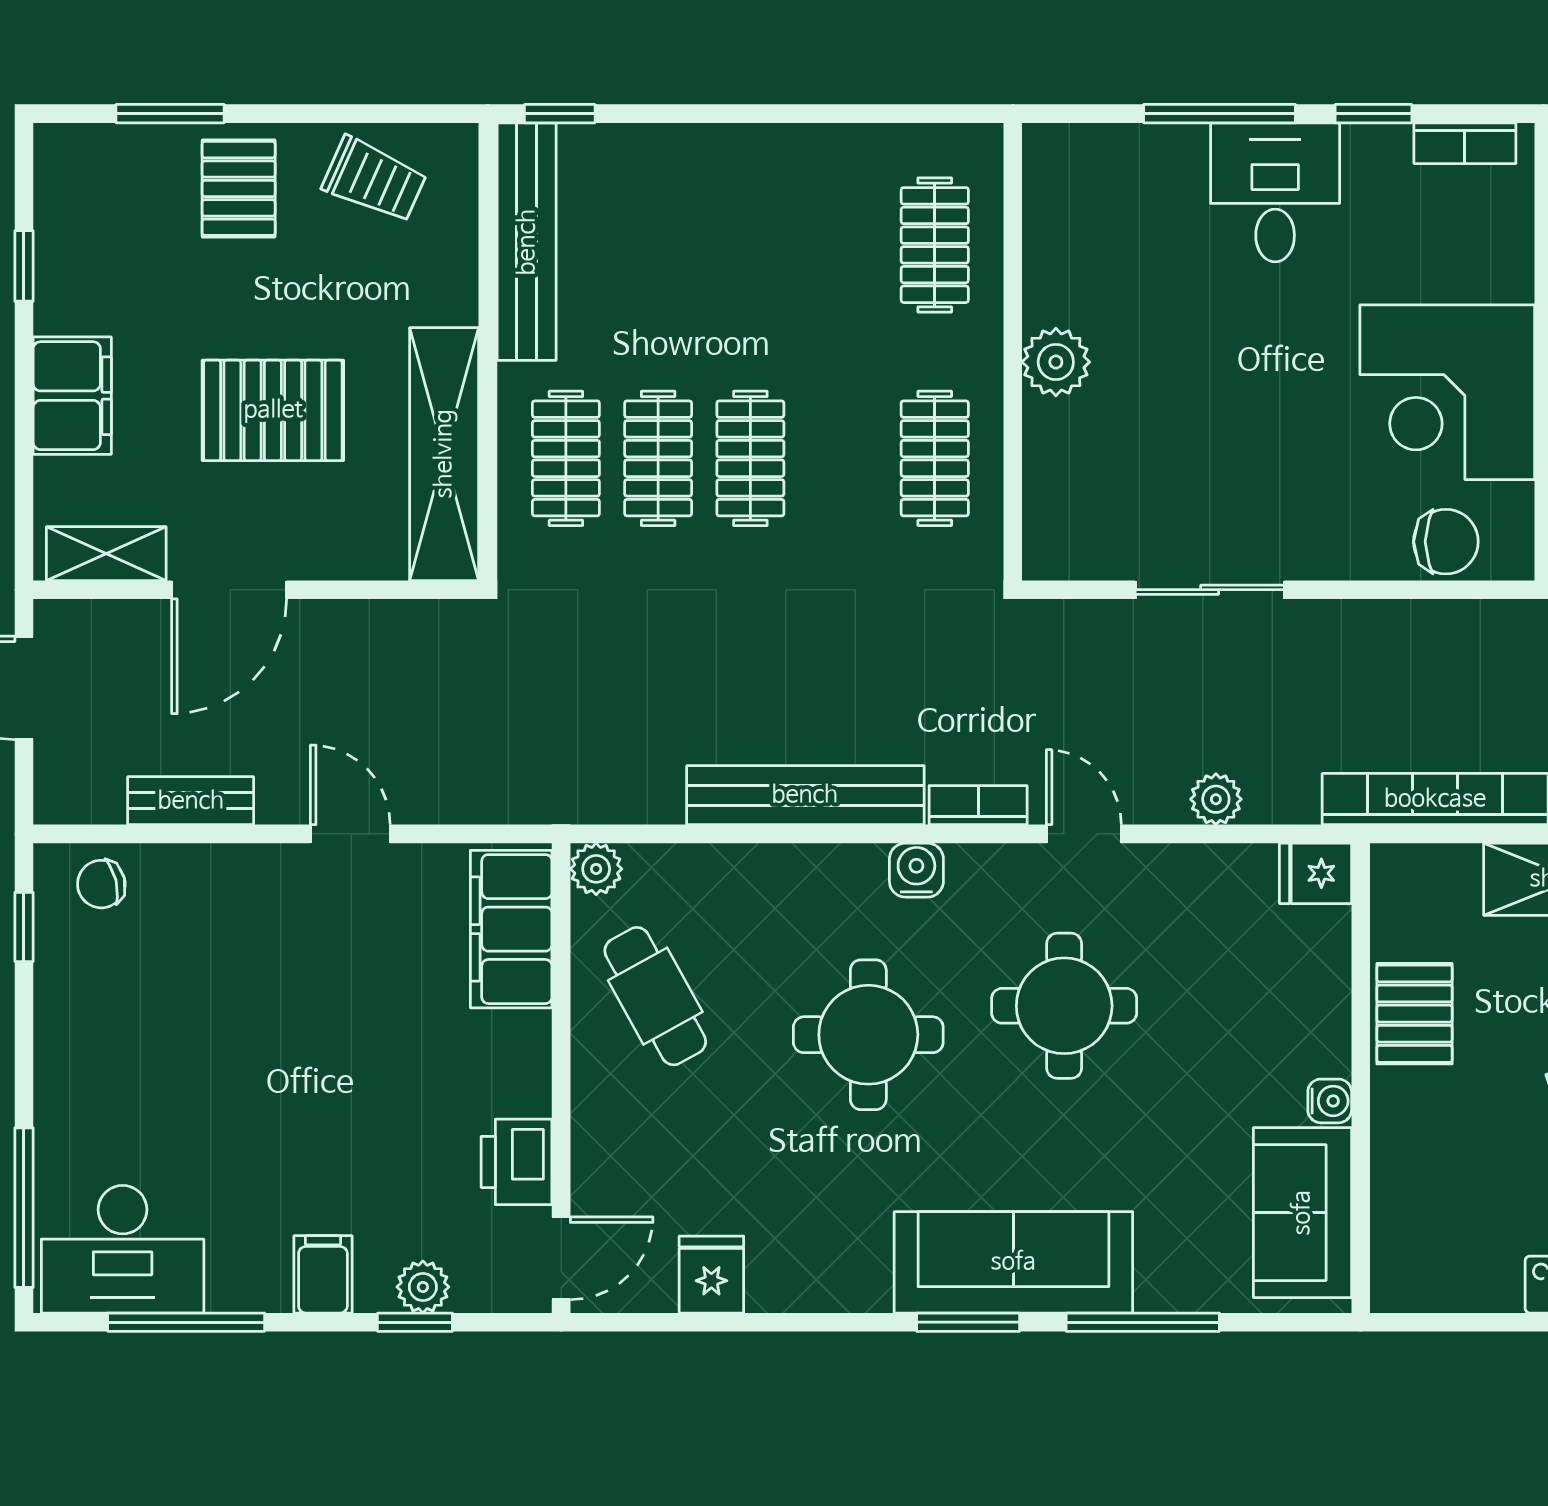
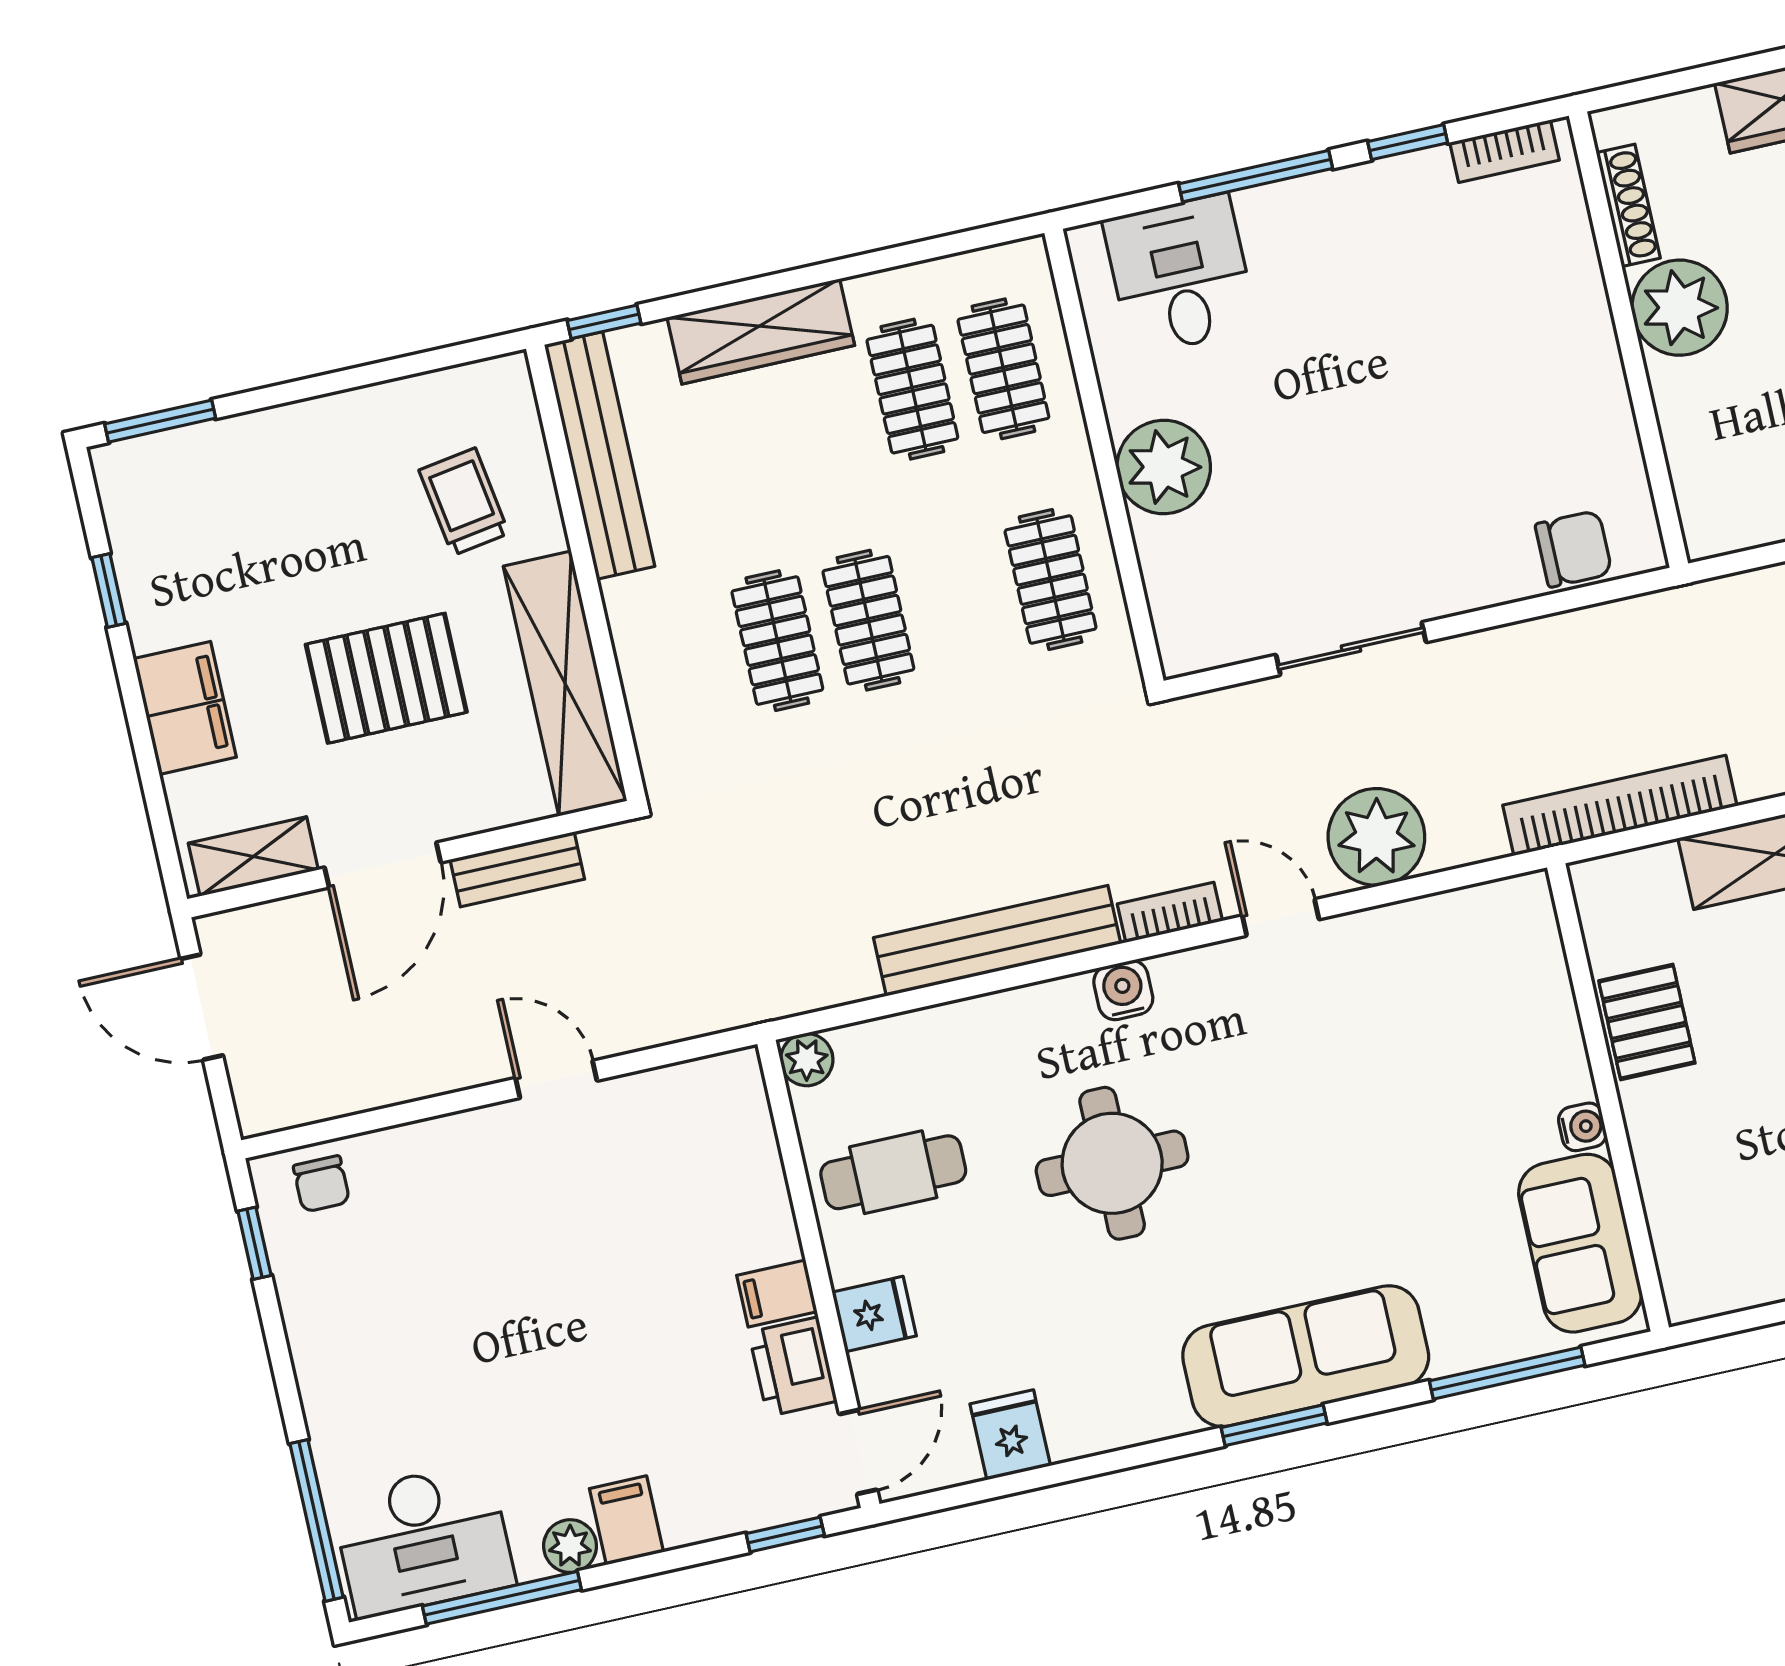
window: (170, 114) -> (160, 421), moved
wardrobe: (709, 157) -> (761, 331), added
trolley: (374, 180) -> (464, 502), moved, turned -123
pallet: (239, 188) -> (303, 467), removed
desk: (1275, 192) -> (1180, 275), moved
plant: (1056, 362) -> (1164, 467), width x1.36, depth x1.36
corner desk: (1447, 392) -> (1542, 401), removed
clothes rail: (566, 458) -> (912, 389), moved
plant: (1216, 799) -> (1376, 837), width x1.87, depth x1.87
bench: (191, 801) -> (517, 869), moved
fridge: (1316, 873) -> (874, 1314), moved, turned 180
chair: (101, 884) -> (321, 1184), turned -76
filing cabinet: (511, 929) -> (777, 1293), moved, width x0.33, depth x0.86
cafe table: (655, 996) -> (893, 1172), turned -61
round table: (1064, 1006) -> (1299, 1092), removed
plant: (423, 1287) -> (570, 1546), moved
window: (415, 1322) -> (785, 1534), moved
window: (1143, 1322) -> (1507, 1373), moved

